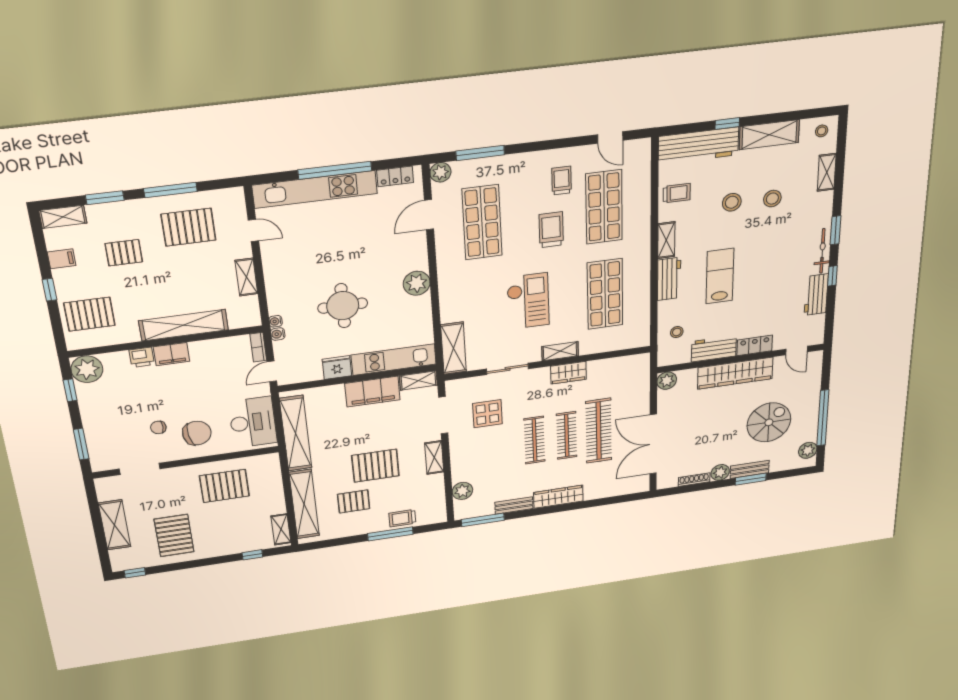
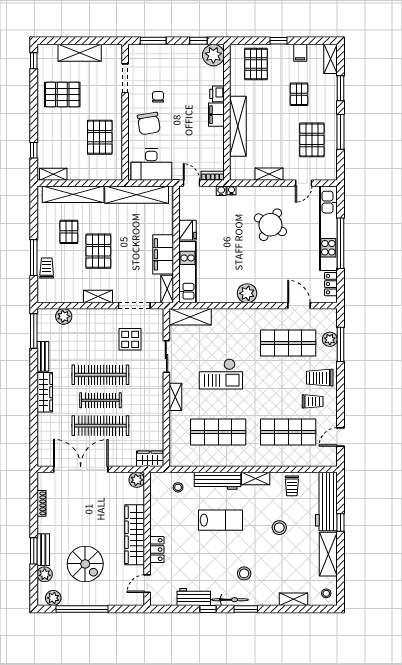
plant: (440, 172) -> (330, 339), moved
stool: (772, 199) -> (244, 573), moved
trolley: (551, 230) -> (320, 378), moved, turned 180
workbench: (669, 279) -> (217, 481), width x1.38
round table: (343, 306) -> (270, 225), moved, turned 30
workbench: (714, 349) -> (159, 517), removed
wardrobe: (568, 373) -> (150, 459), moved, turned 90
clothes rail: (534, 440) -> (100, 375), width x1.37, depth x1.31
plant: (720, 472) -> (45, 574), moved

